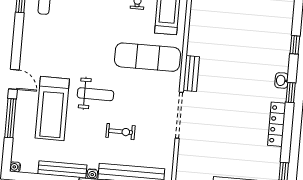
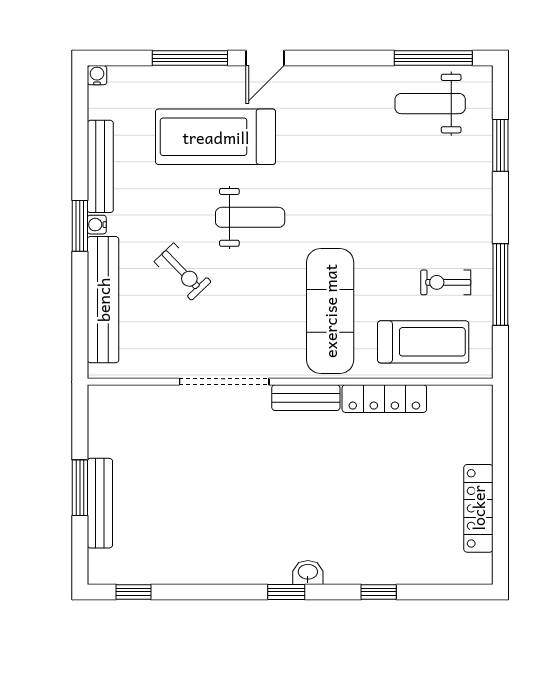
weight bench: (95, 94) -> (250, 217), turned -90
locker: (277, 124) -> (384, 399), moved, turned 180
exercise bike: (120, 132) -> (183, 272), turned -44

